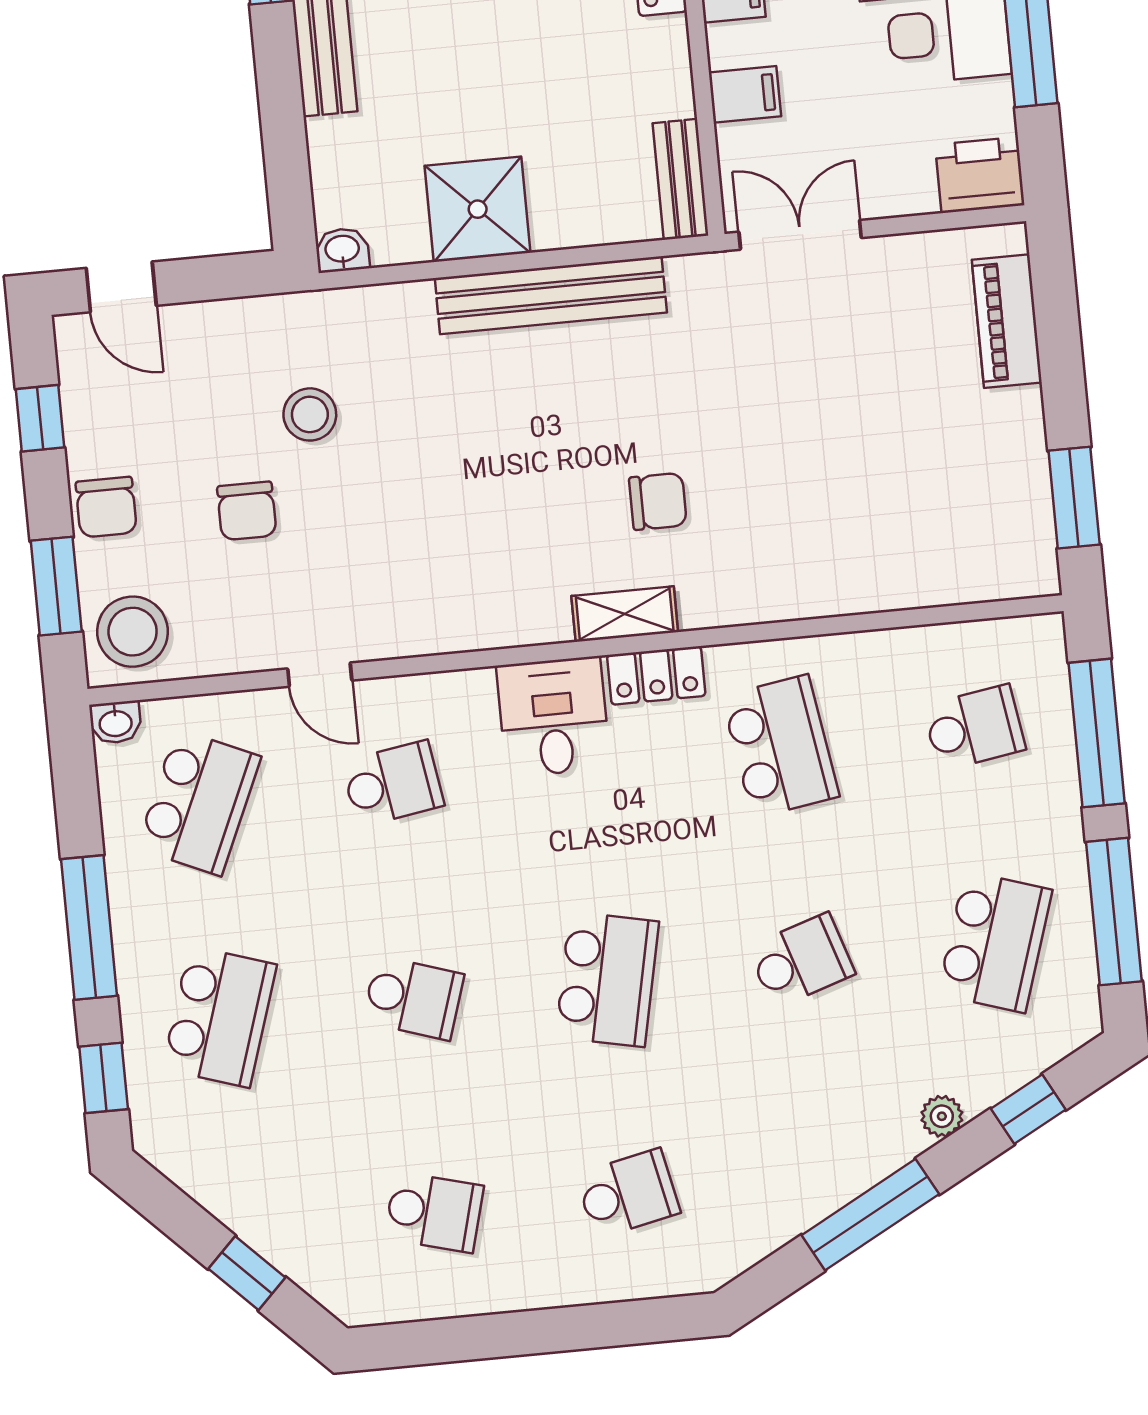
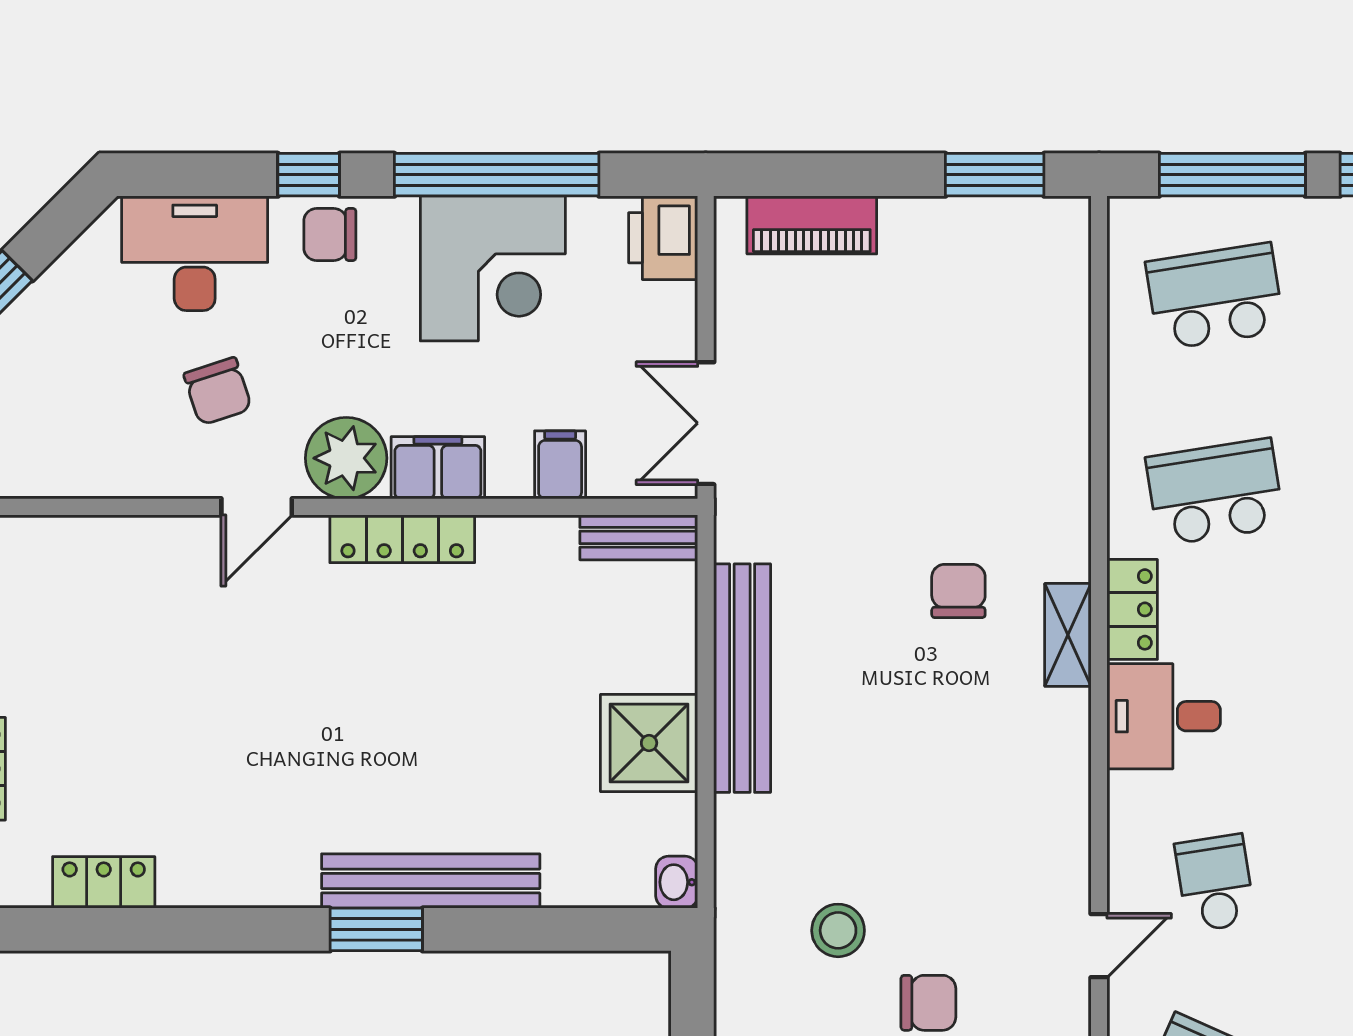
school desk: (974, 728) -> (1215, 296), width x1.85

